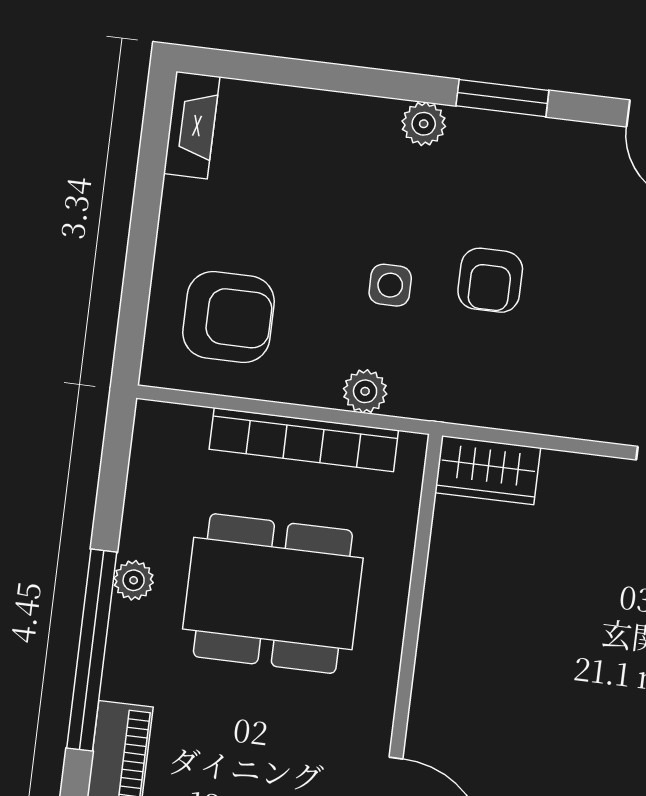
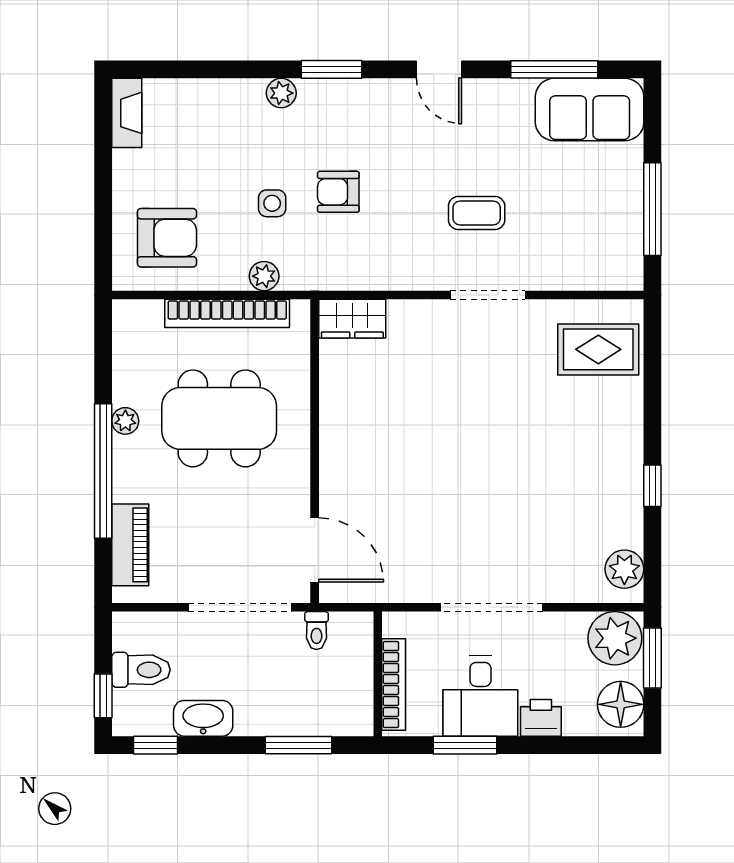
armchair: (490, 280) -> (338, 192), turned 90

